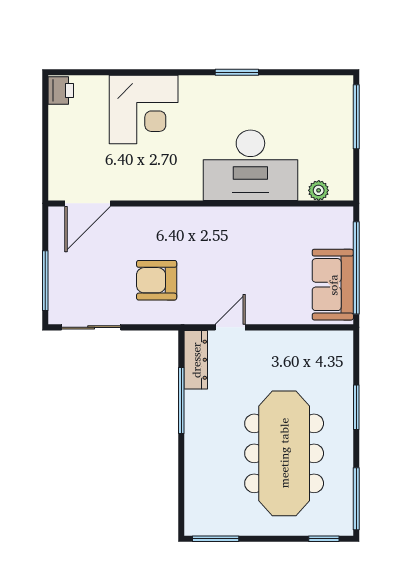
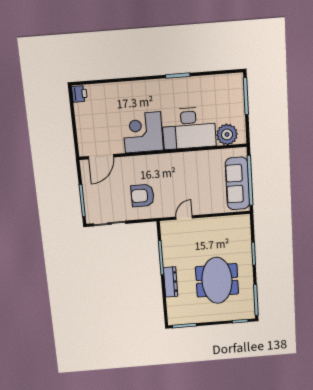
corner desk: (144, 110) -> (143, 132), moved, turned 180
plant: (319, 190) -> (227, 134), width x1.87, depth x1.87
sofa: (333, 285) -> (237, 183), width x1.36
dresser: (196, 360) -> (171, 282), moved
meeting table: (284, 453) -> (217, 280), width x0.73

